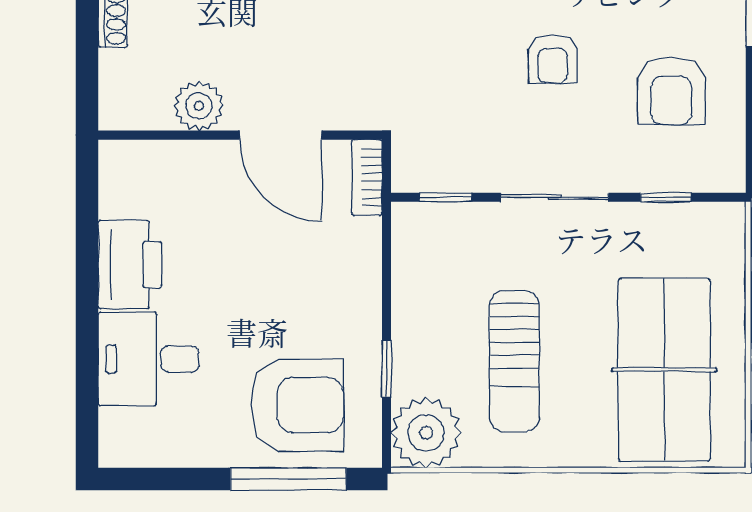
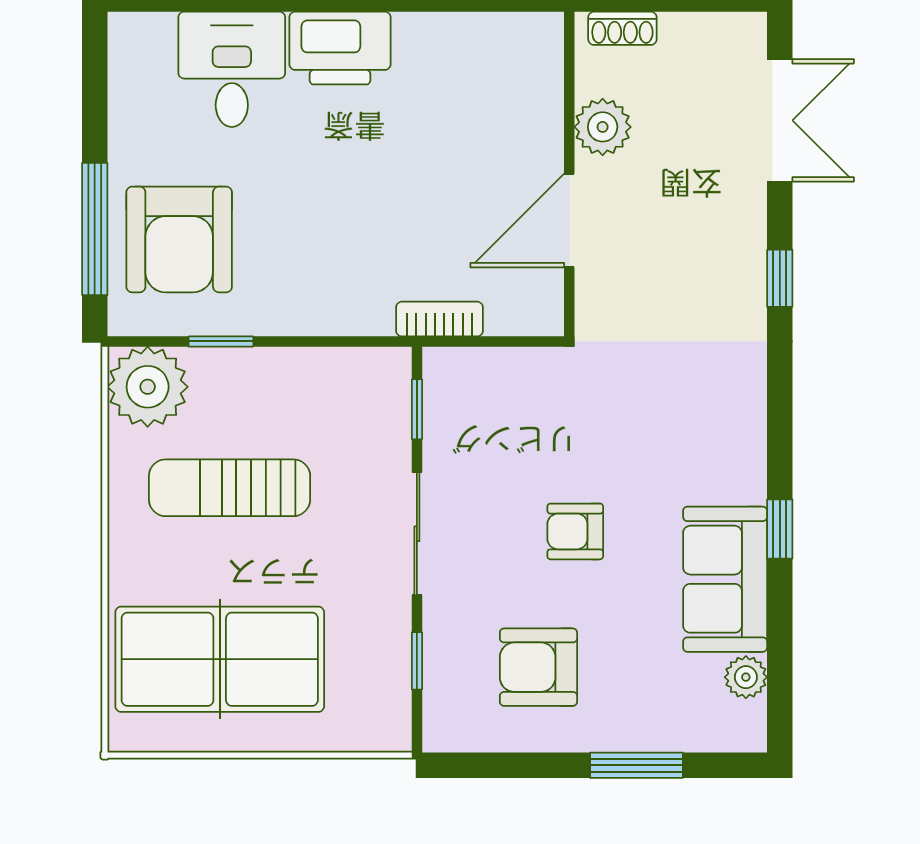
plant: (199, 106) -> (603, 127), moved
wall: (240, 135) -> (569, 174), moved
door: (281, 135) -> (569, 221), moved

